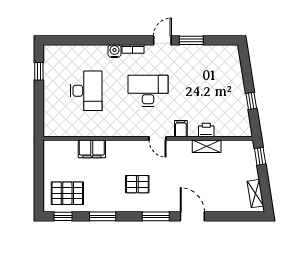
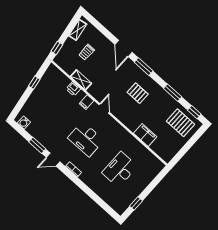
water cooler: (114, 51) -> (24, 123), moved
trolley: (226, 179) -> (87, 52), added

